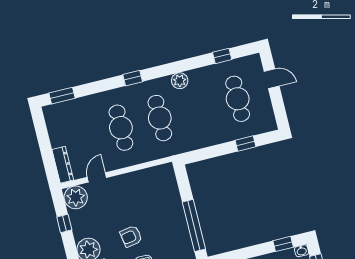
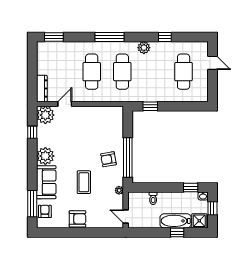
window: (222, 56) -> (165, 37), moved
window: (133, 78) -> (109, 37), width x2.17
window: (245, 144) -> (150, 106), moved
armchair: (131, 236) -> (108, 159), moved

